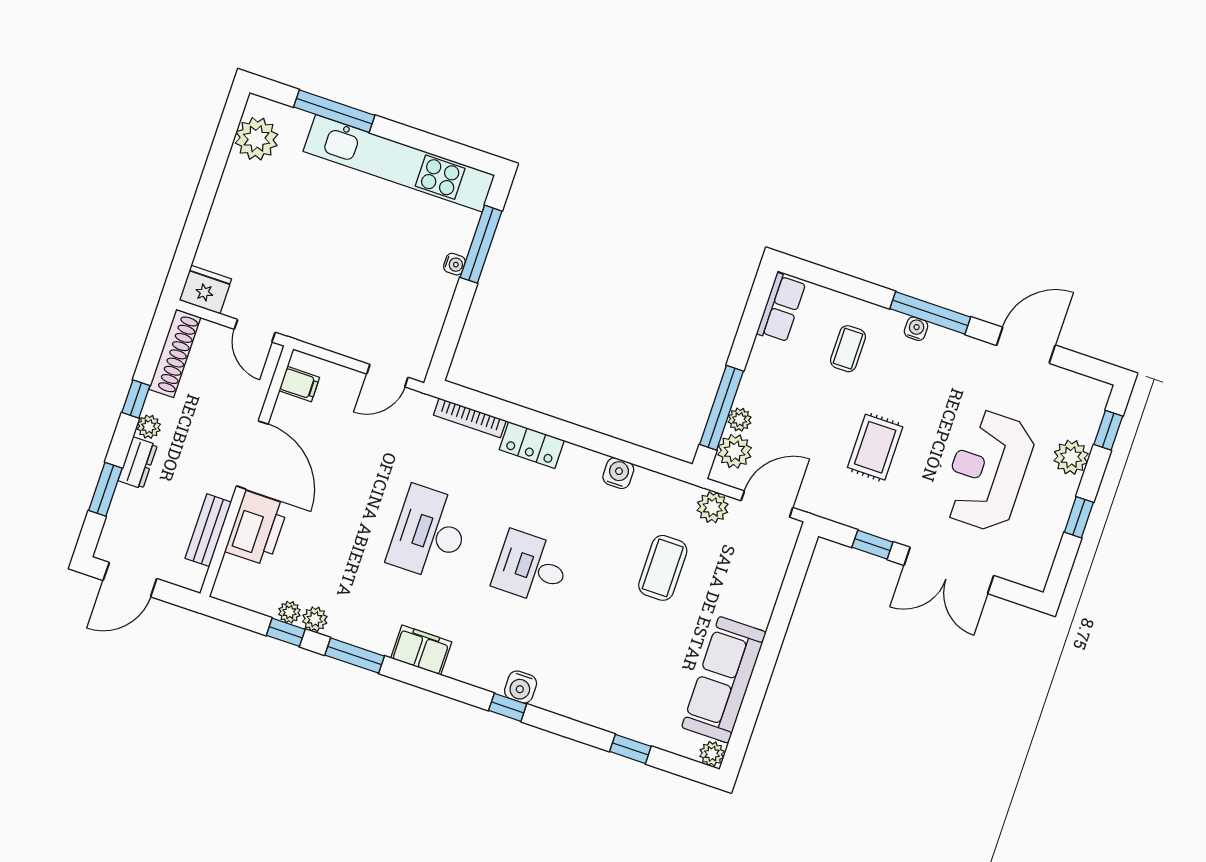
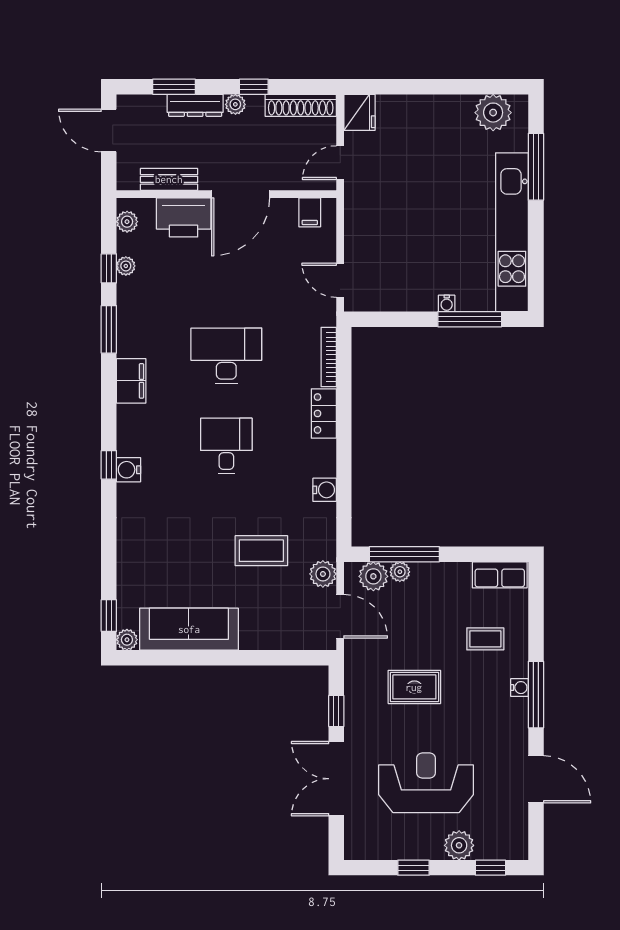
dresser: (138, 463) -> (195, 105), width x1.44
plant: (315, 619) -> (127, 222), moved
window: (630, 749) -> (109, 616), moved

